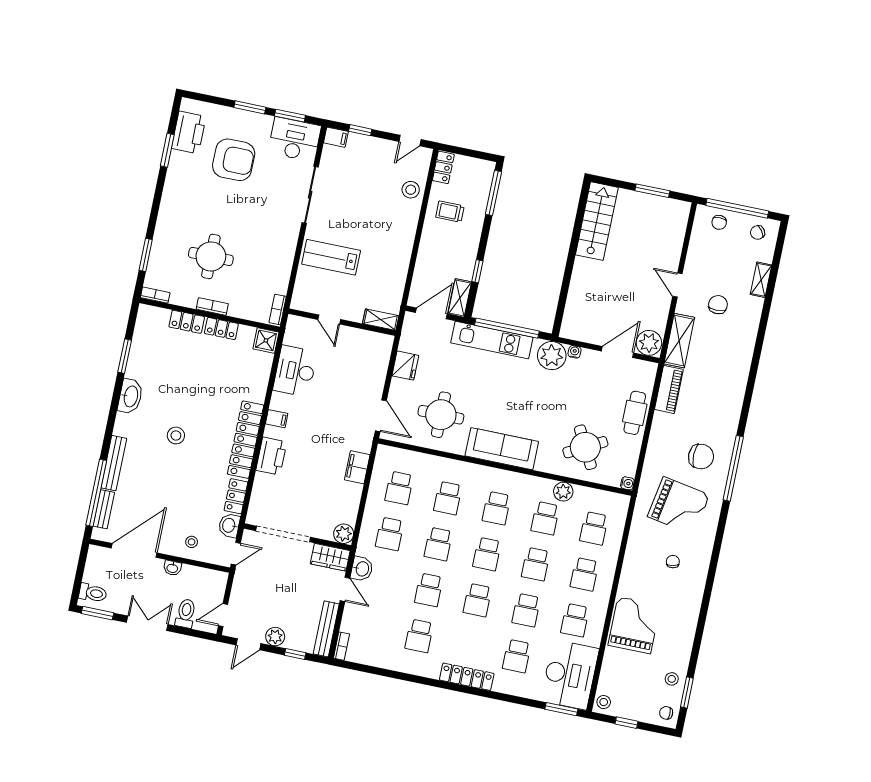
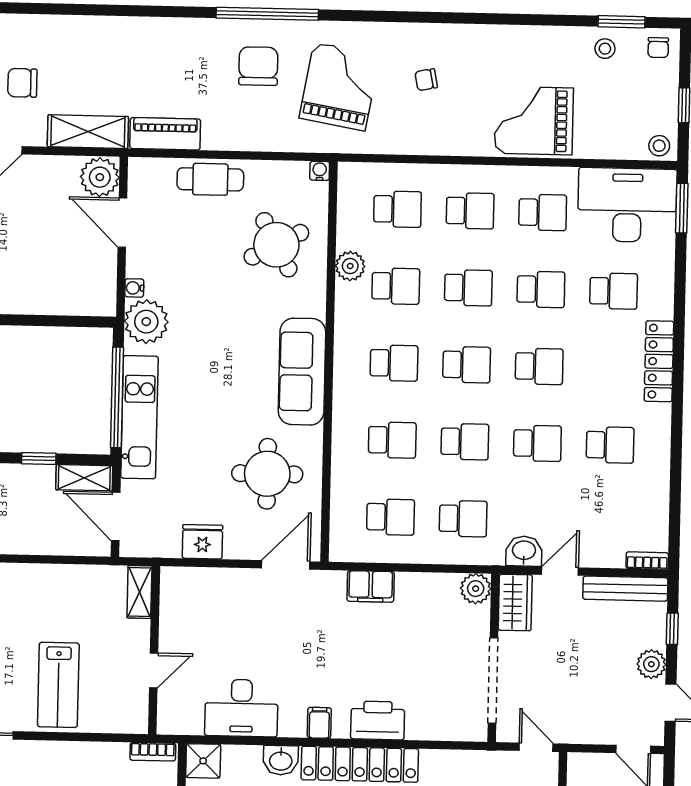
locker: (236, 496) -> (449, 763), removed
washbasin: (229, 525) -> (281, 760), moved

